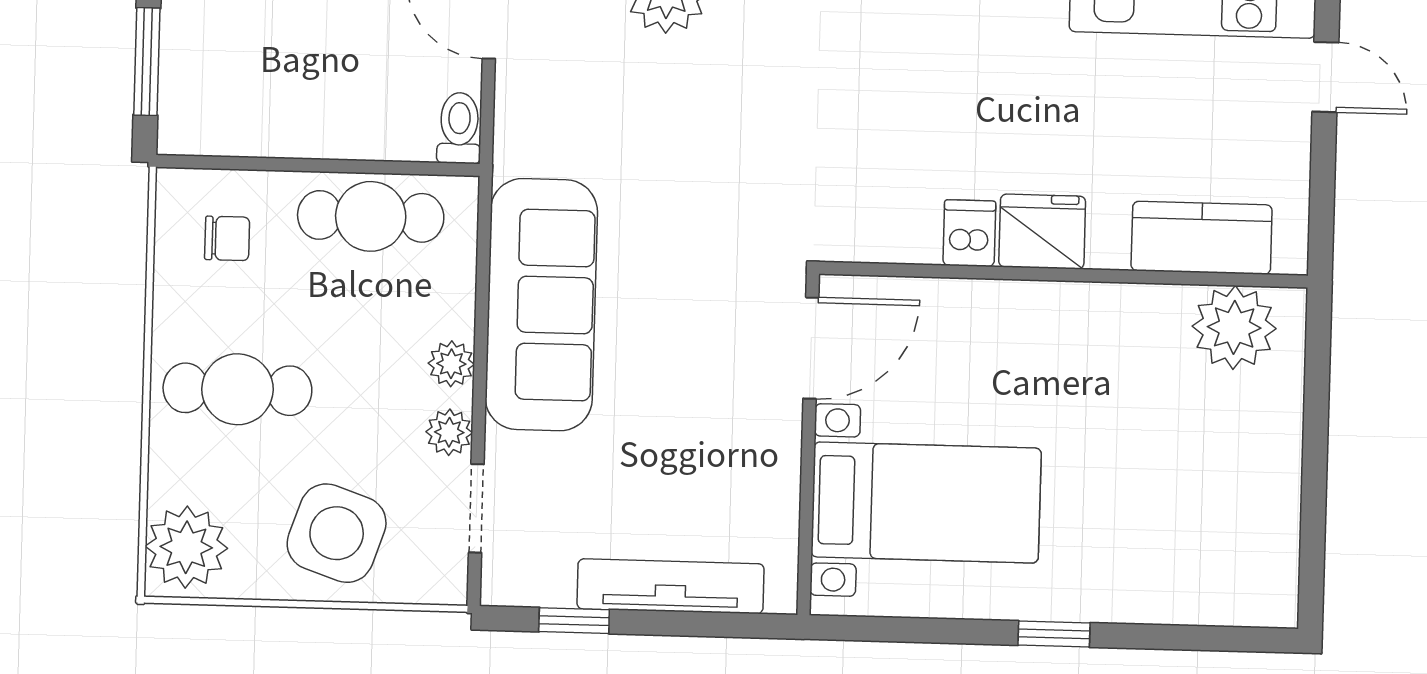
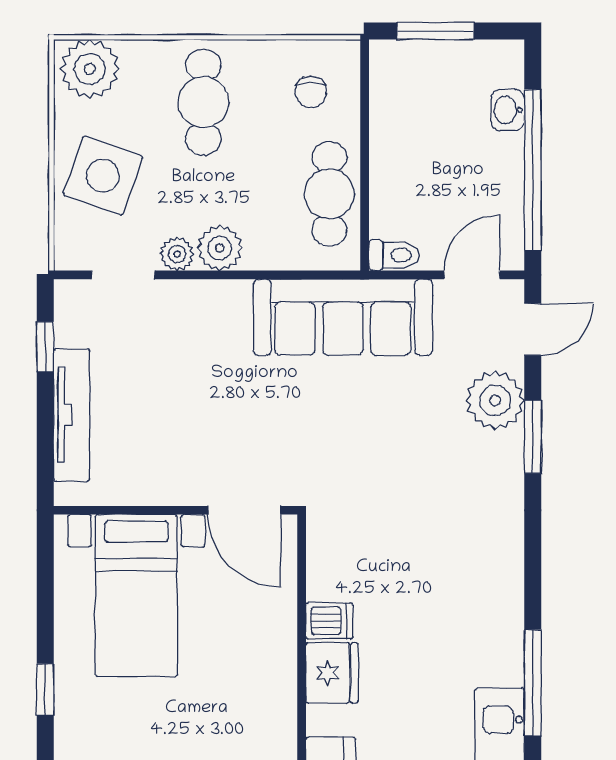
sofa: (541, 305) -> (343, 317), moved
plant: (451, 364) -> (220, 248), width x1.38, depth x1.38

